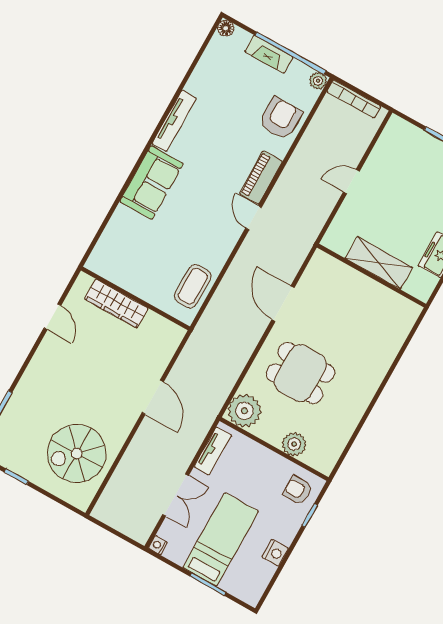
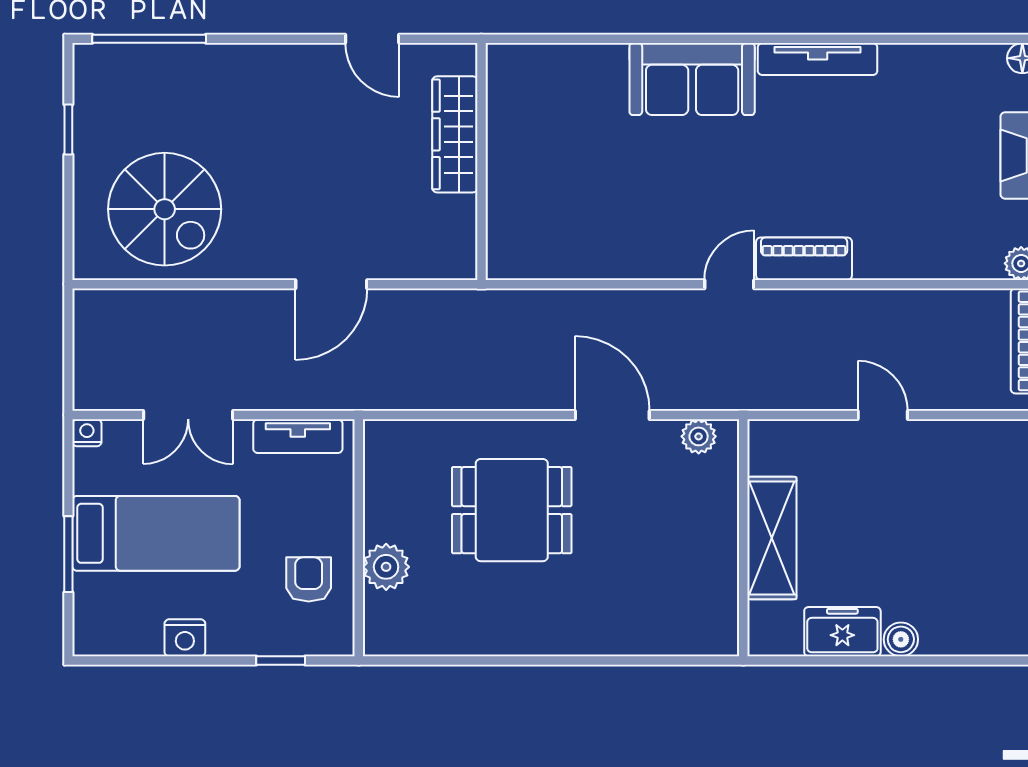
armchair: (280, 118) -> (922, 236), removed
coffee table: (193, 286) -> (556, 247), removed
door: (283, 304) -> (612, 415), hinge flipped
door: (52, 317) -> (372, 39), hinge flipped
dining table: (300, 373) -> (512, 510), turned 90
plant: (244, 411) -> (699, 436), moved, width x0.53, depth x0.53
spiral stairs: (77, 453) -> (165, 209), turned 180
armchair: (298, 490) -> (309, 579), moved

